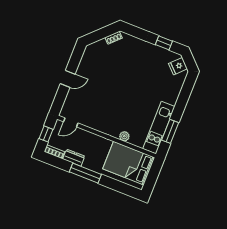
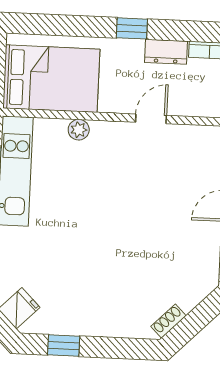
door: (71, 122) -> (151, 119), moved
window: (85, 173) -> (132, 28), width x0.46

